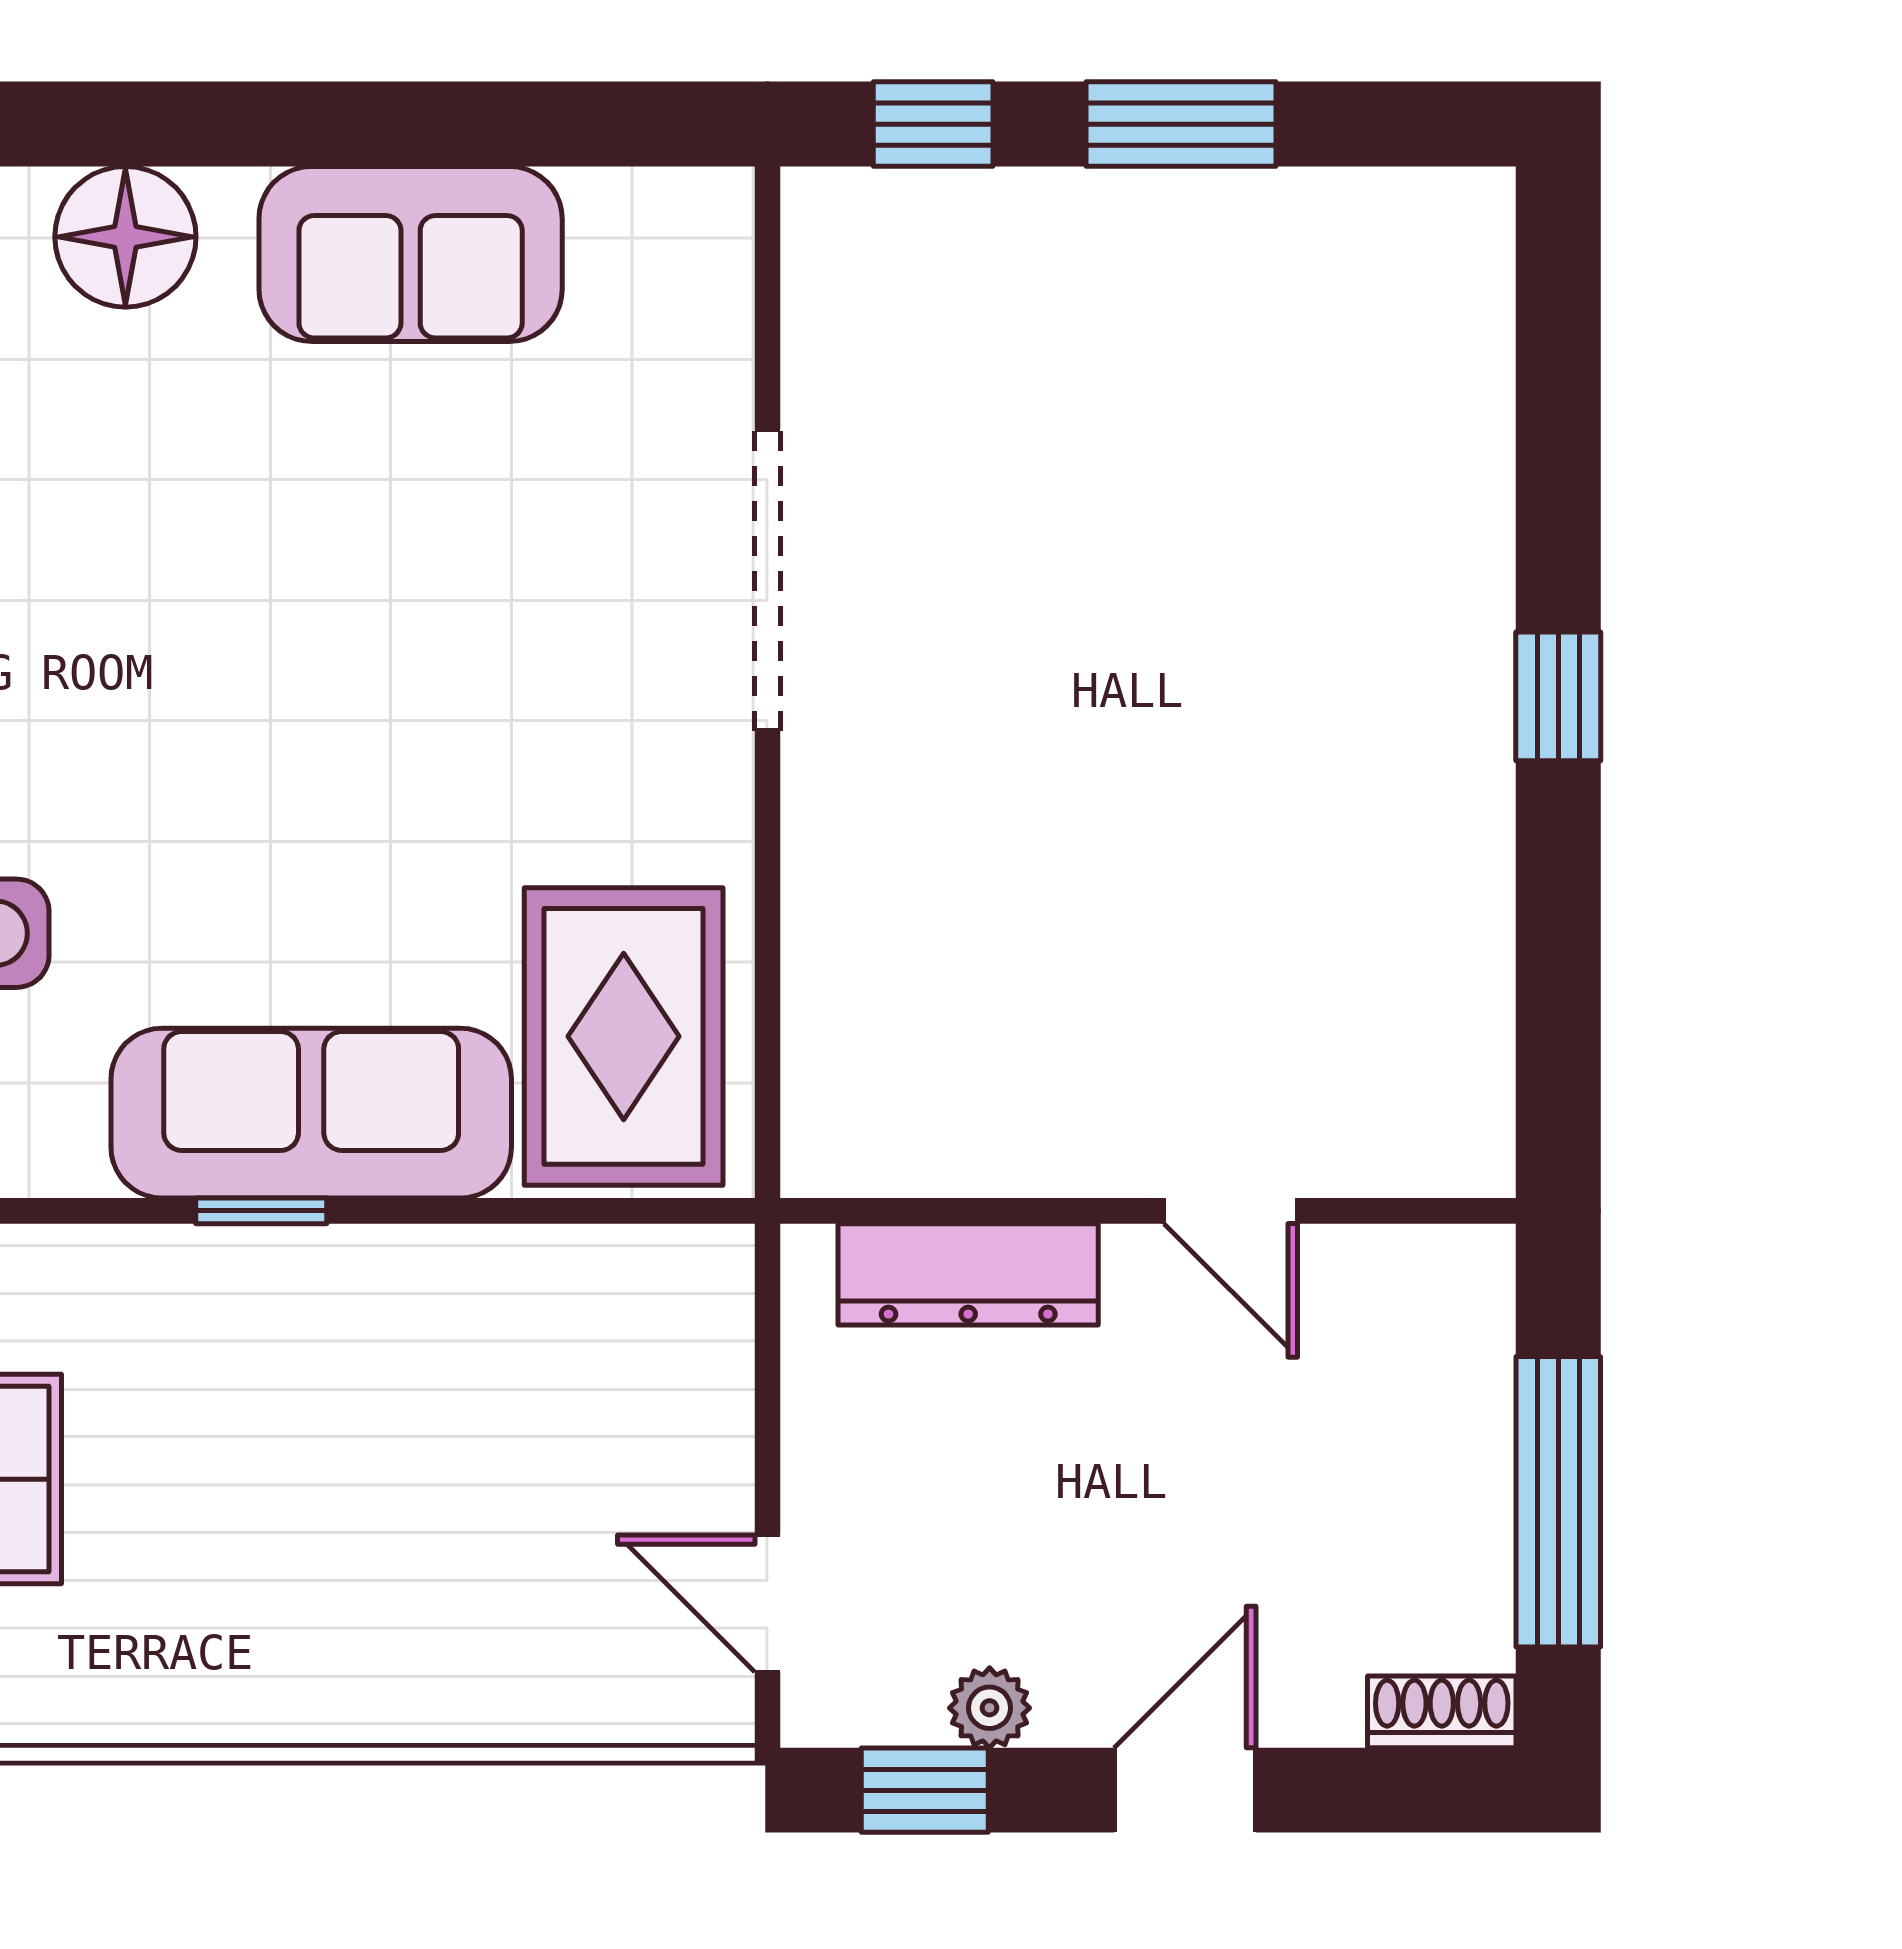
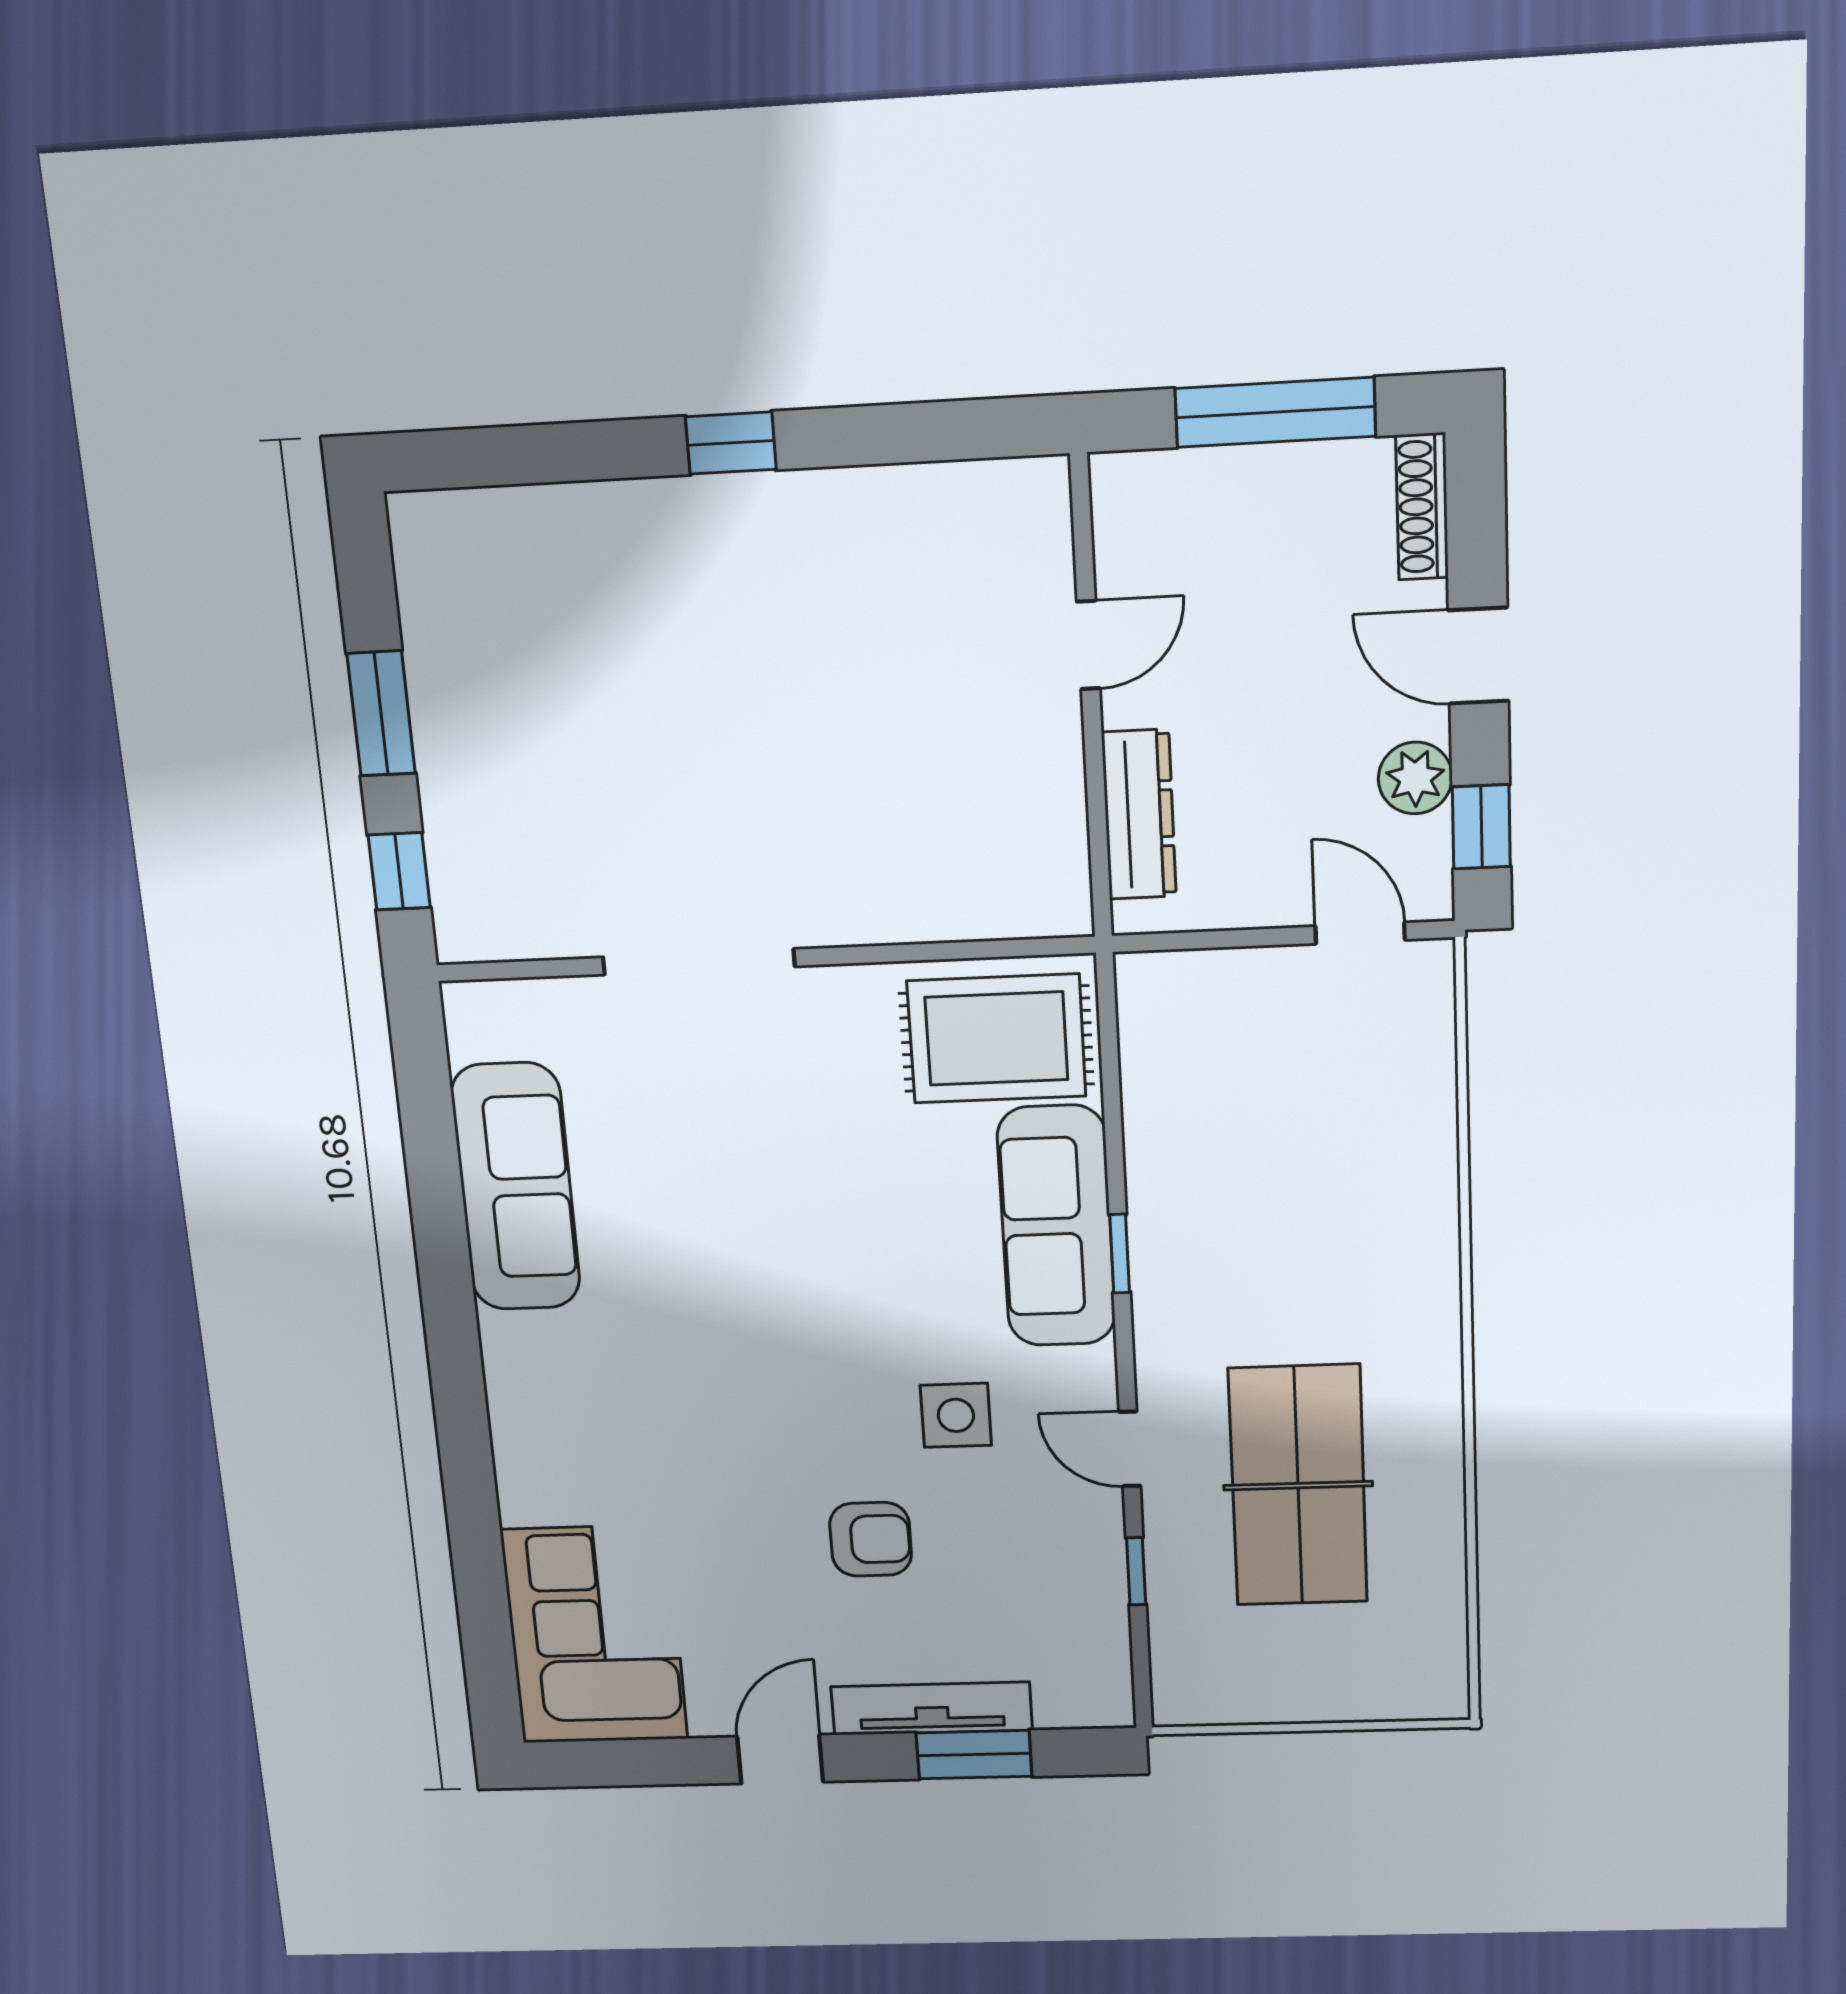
floor lamp: (125, 237) -> (523, 1354), removed
sofa: (411, 254) -> (516, 1187), width x1.36
door: (767, 1604) -> (1360, 933), swing flipped
plant: (990, 1708) -> (1415, 778), width x1.38, depth x1.38
shoe rack: (1442, 1712) -> (1422, 507), width x1.43

